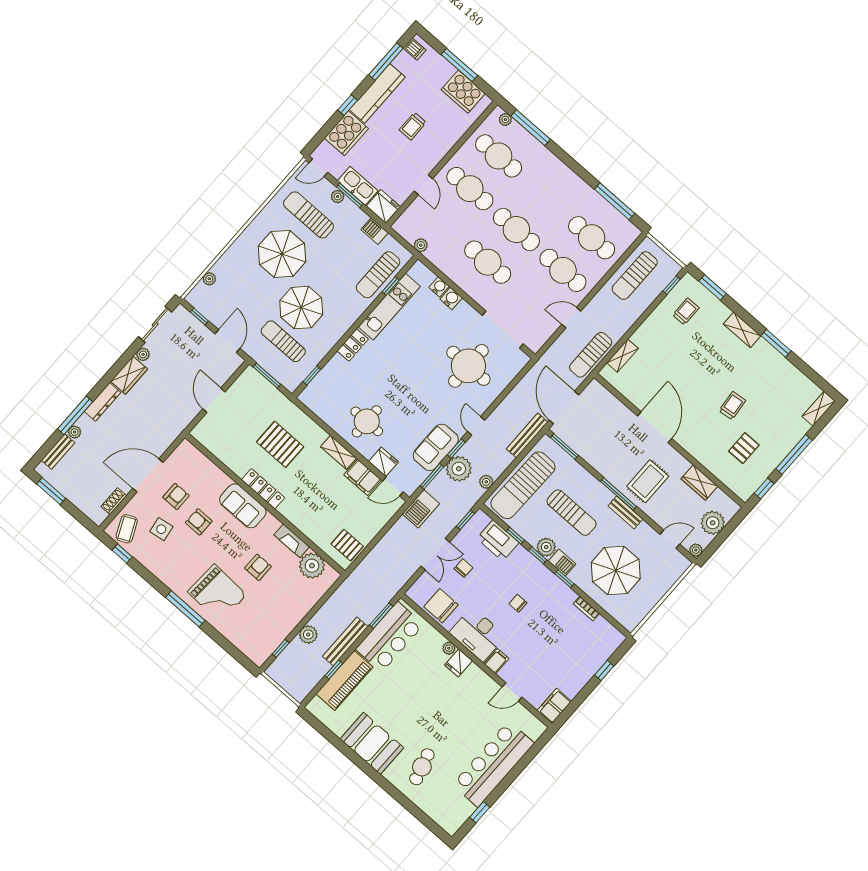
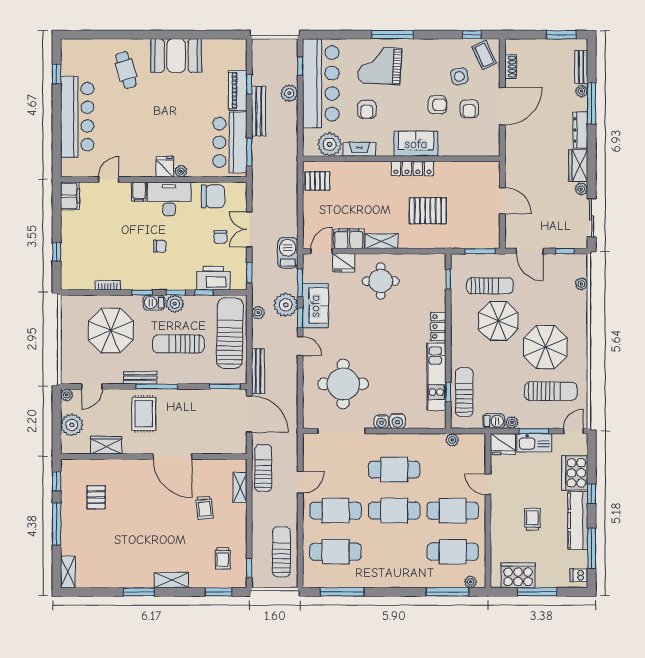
plant: (338, 197) -> (512, 422), moved
water cooler: (439, 287) -> (381, 422), moved
trolley: (732, 406) -> (204, 508), moved
bar counter: (276, 620) -> (321, 83), added
piano: (344, 680) -> (238, 90), width x0.73, depth x0.75

